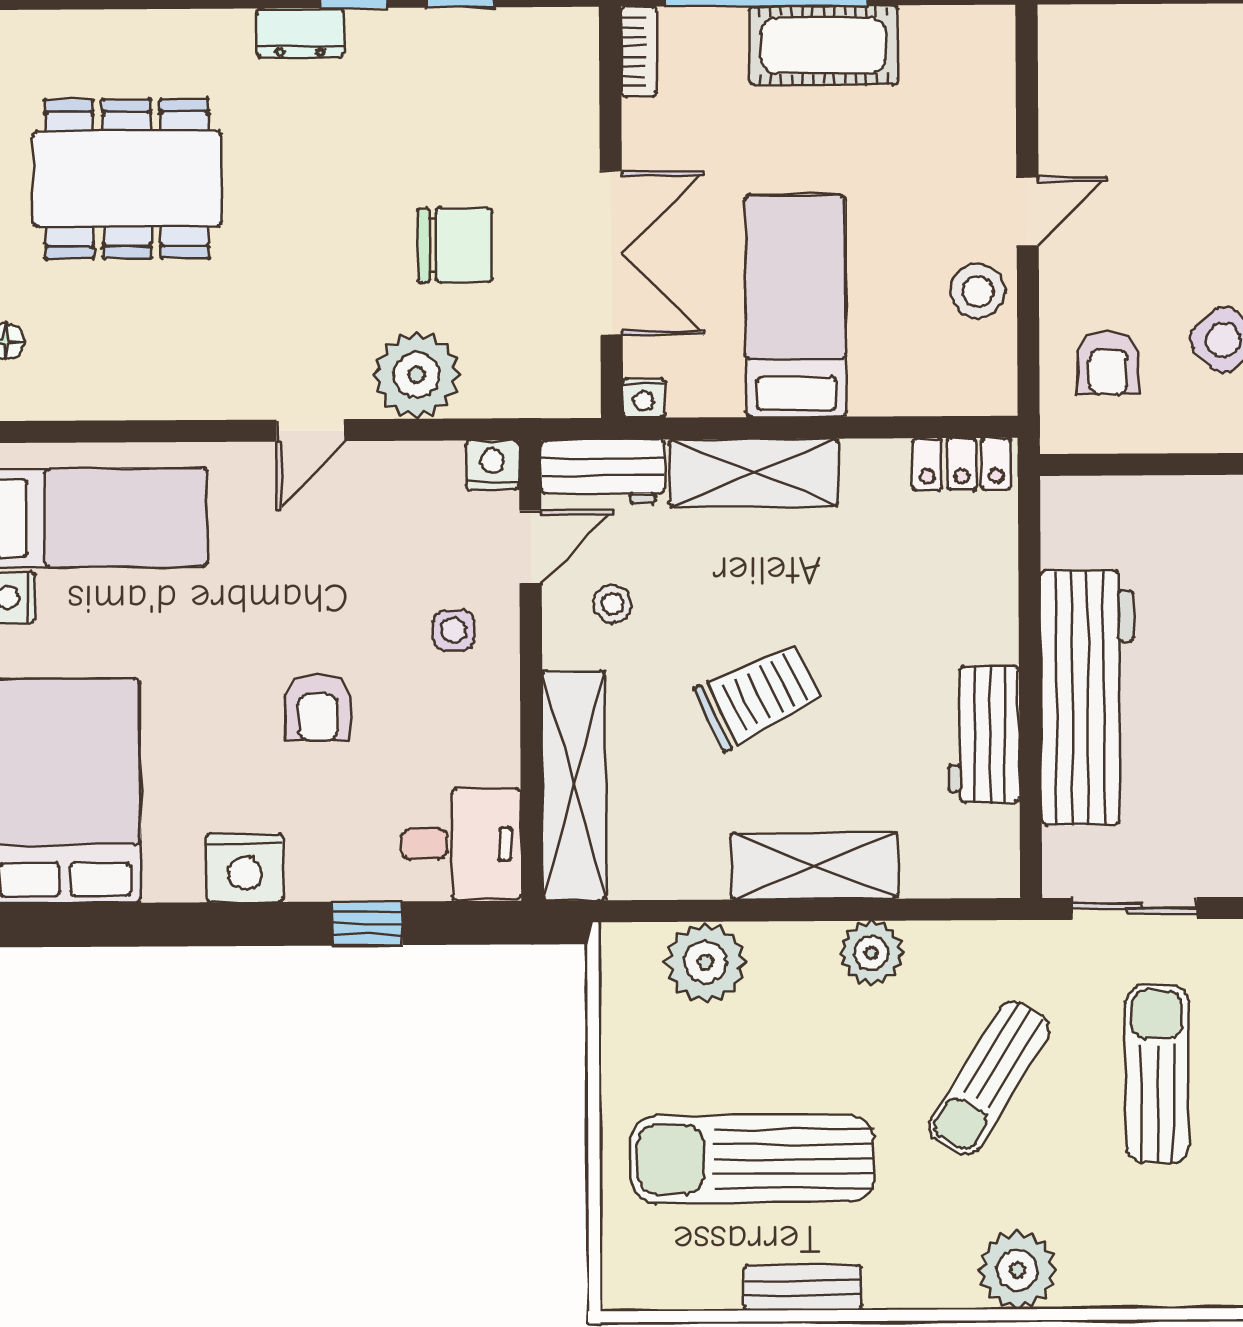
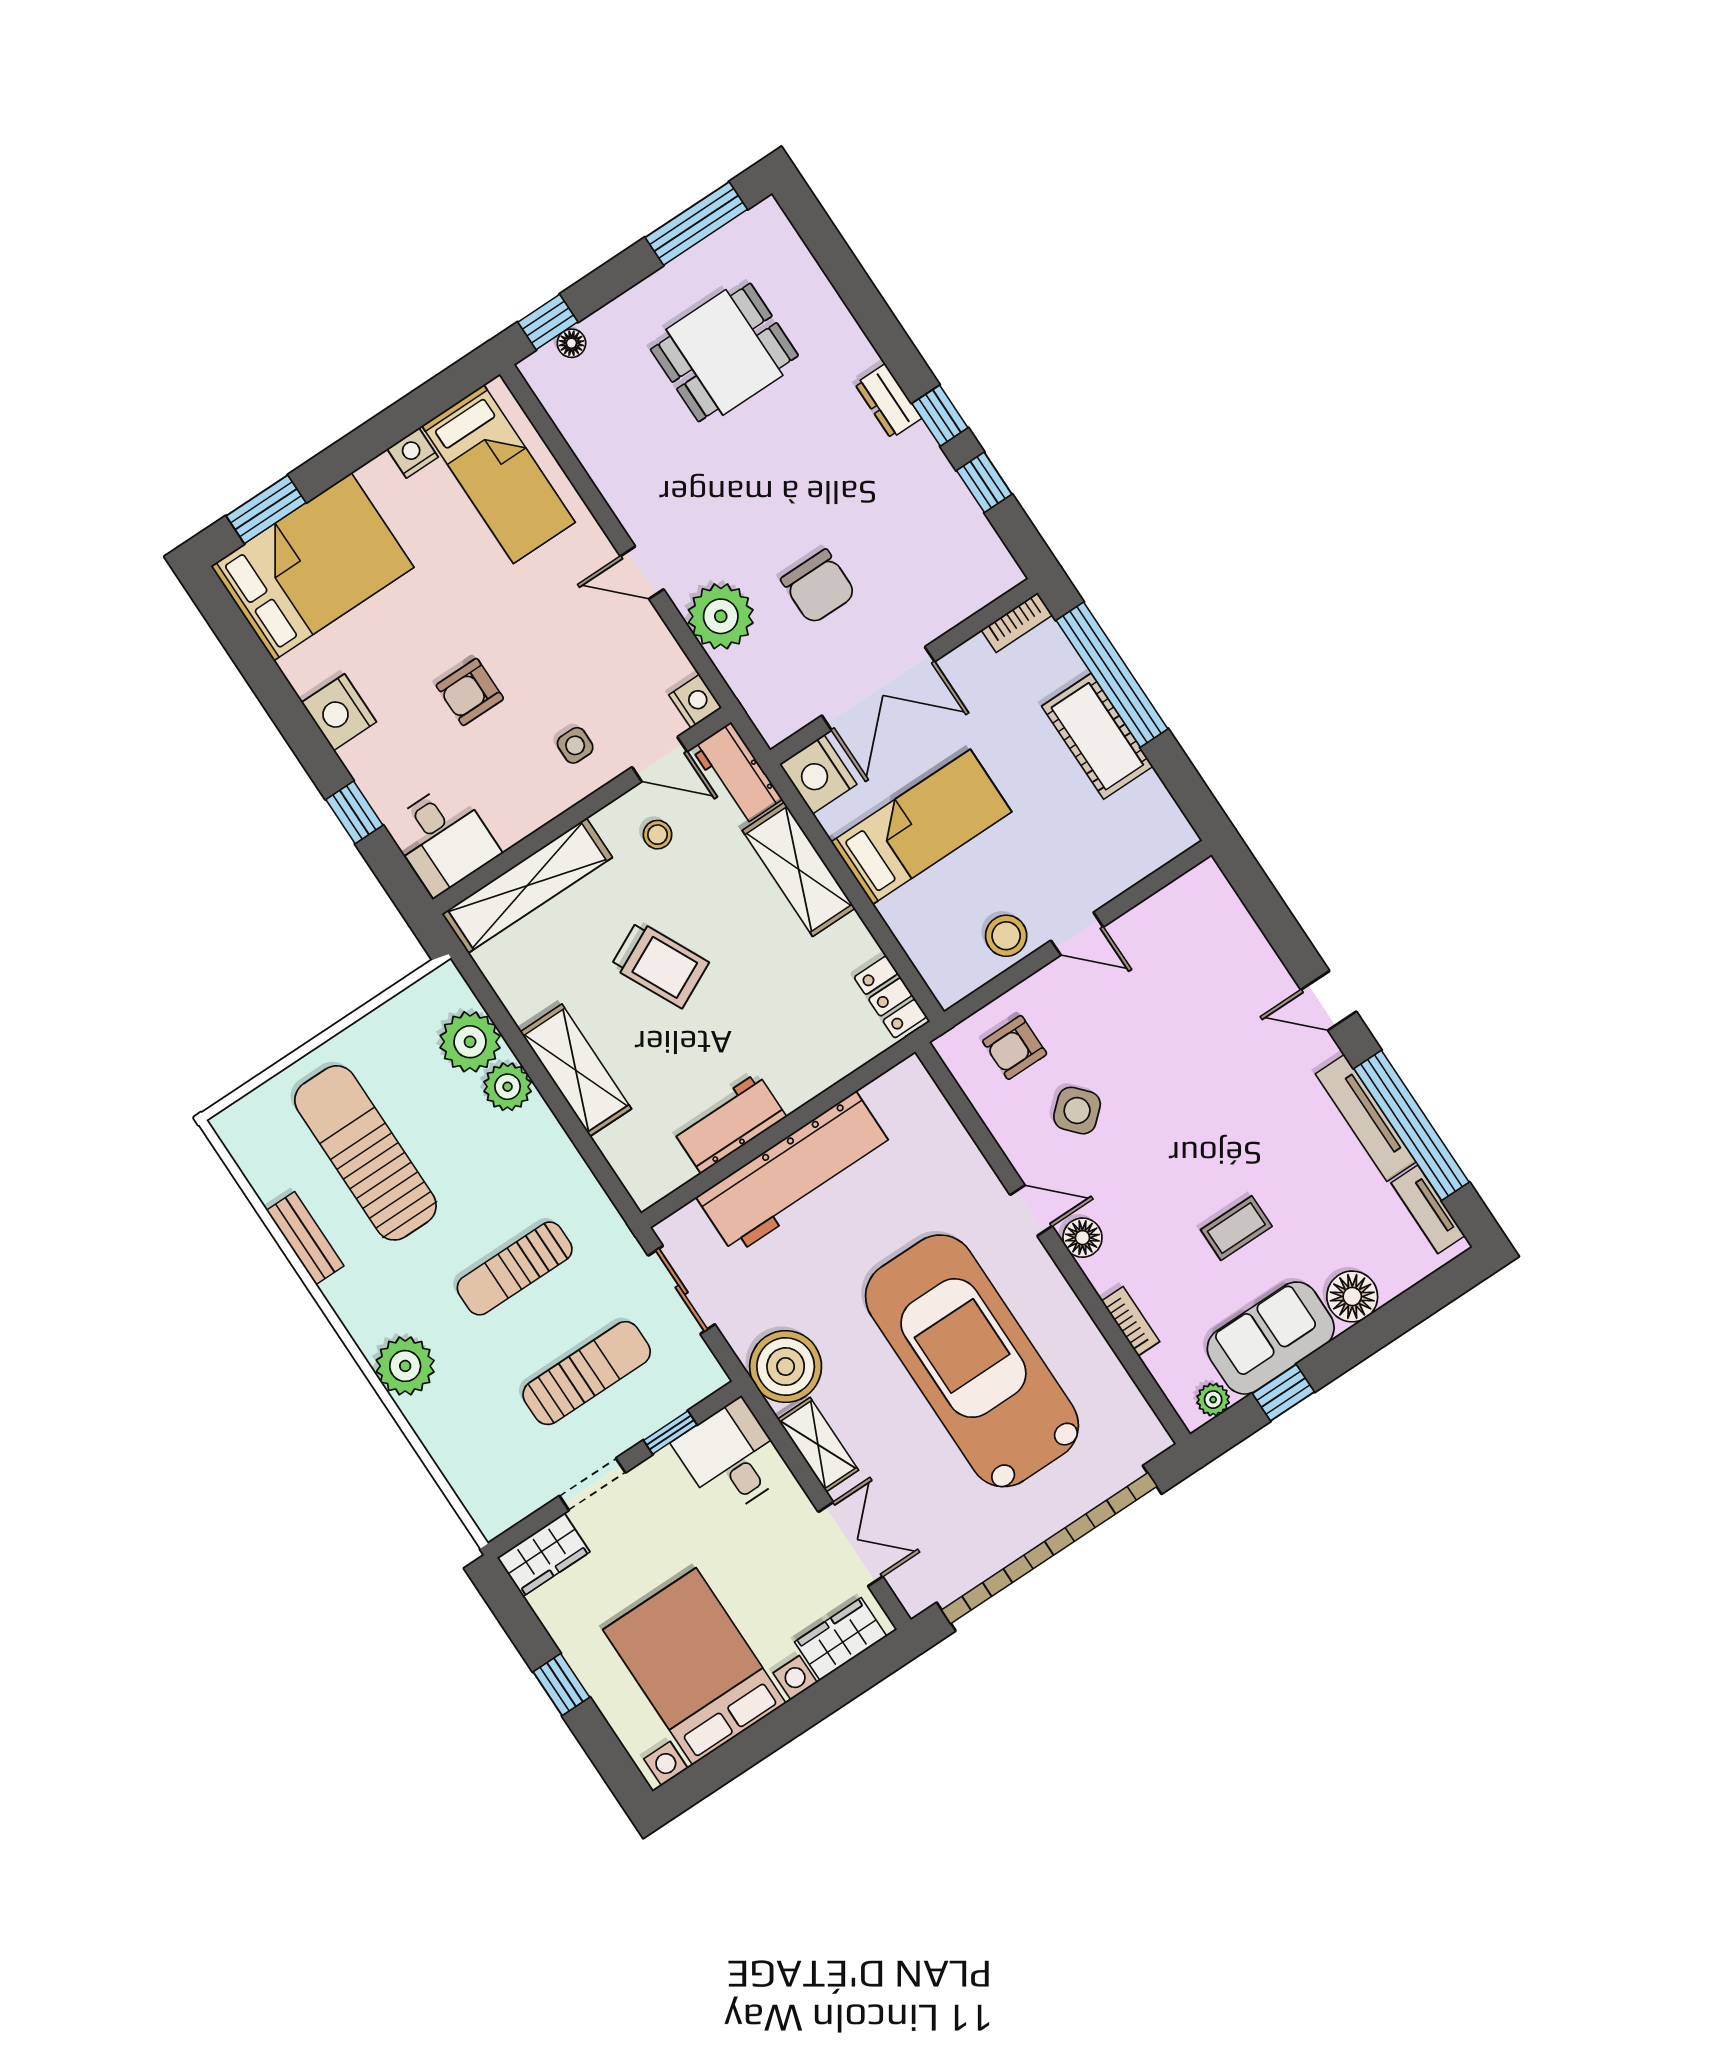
dining table: (127, 179) -> (724, 352), width x0.73
nightstand: (644, 398) -> (818, 774), width x1.89, depth x1.79
plant: (871, 953) -> (508, 1087), moved
sun lounger: (989, 1078) -> (515, 1268), turned -32

